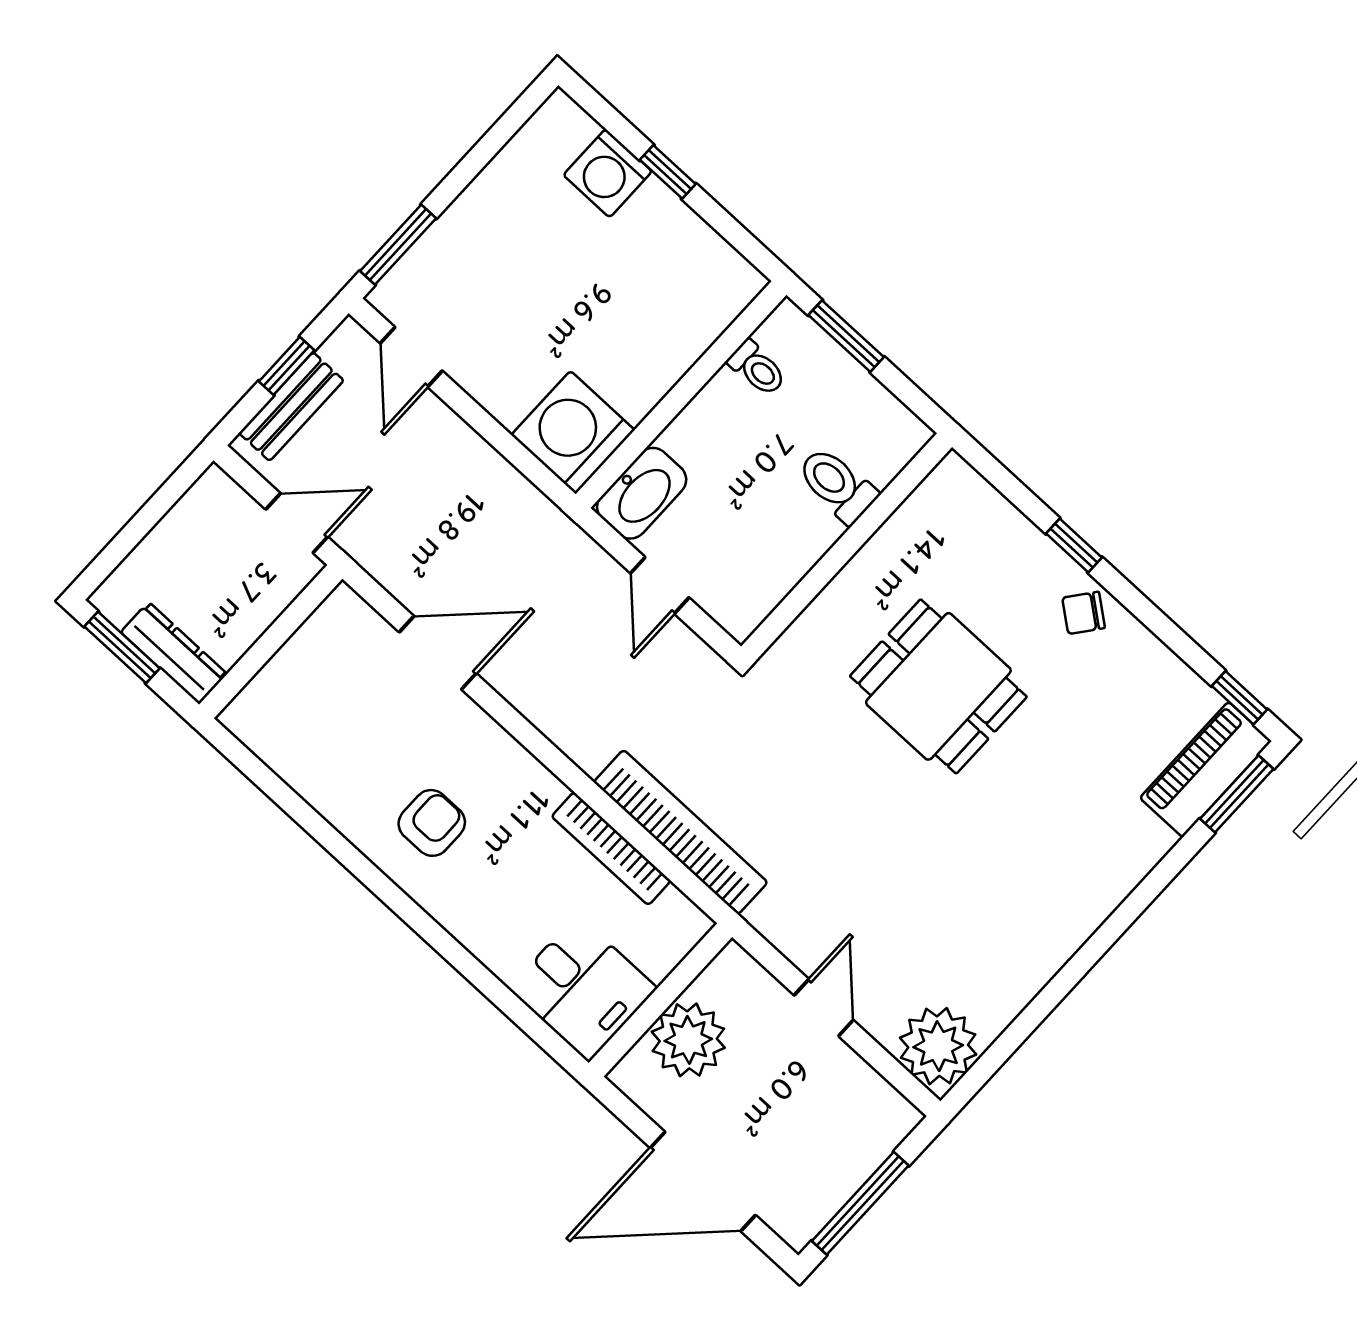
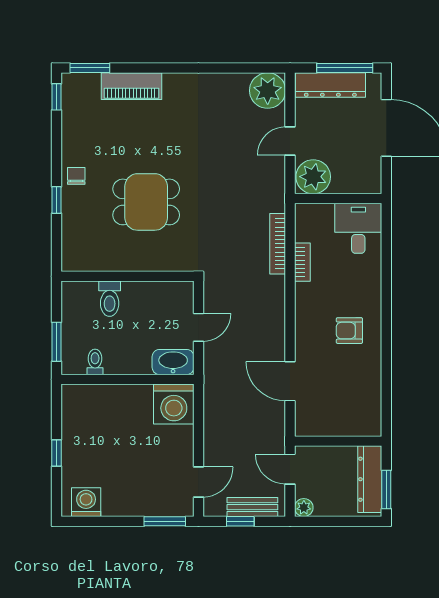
washing machine: (608, 173) -> (86, 502), moved, turned -90
plant: (215, 488) -> (304, 508), added
chair: (1084, 613) -> (76, 176), turned -128
dresser: (174, 653) -> (370, 479), width x1.37, depth x1.24
dining table: (938, 686) -> (146, 202), turned 90
piano: (1206, 770) -> (131, 86), moved
bookcase: (681, 832) -> (278, 244), width x0.68, depth x0.76
bookcase: (611, 849) -> (302, 262), width x0.64
plant: (688, 1040) -> (313, 177), moved
dresser: (854, 1155) -> (330, 85), added

